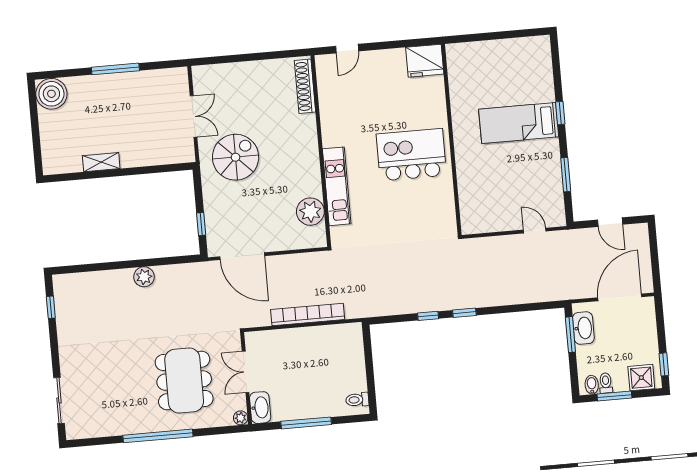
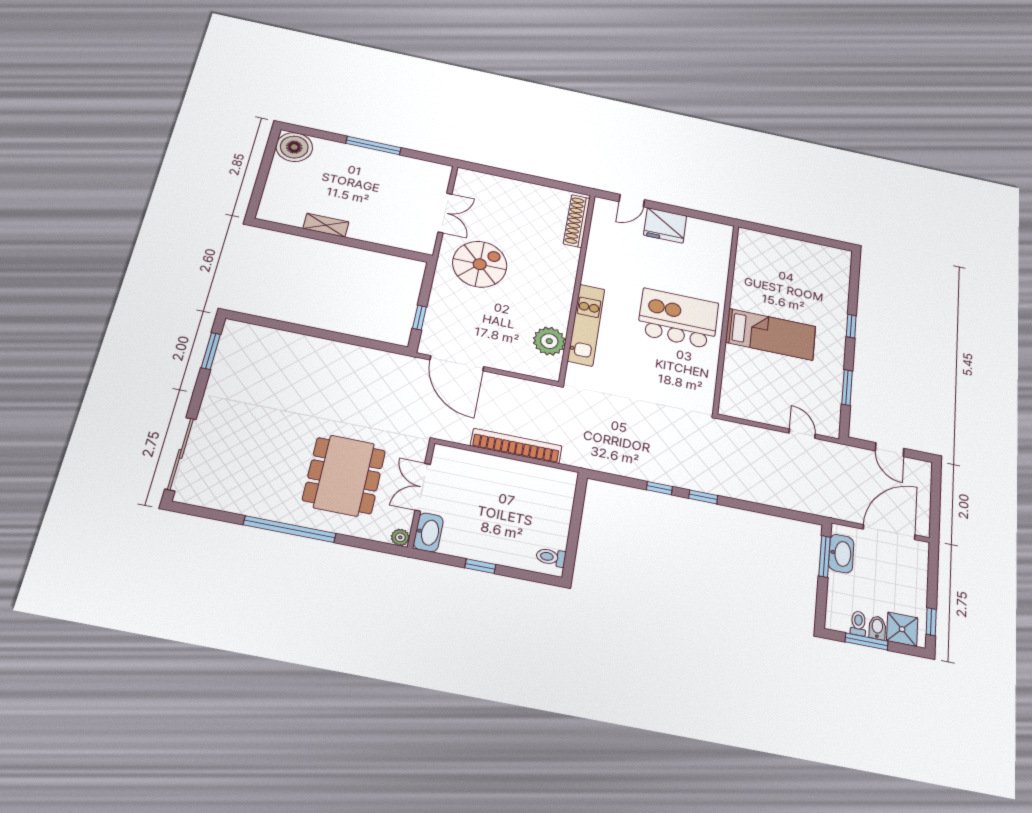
fridge: (425, 61) -> (665, 225), moved
bed: (519, 123) -> (771, 334), moved, turned 180
plant: (144, 277) -> (334, 351), removed
window: (51, 307) -> (211, 351), width x1.50
bidet: (592, 385) -> (877, 628), moved
sliding door: (59, 400) -> (181, 454), width x1.37
window: (306, 423) -> (480, 566), width x0.46

